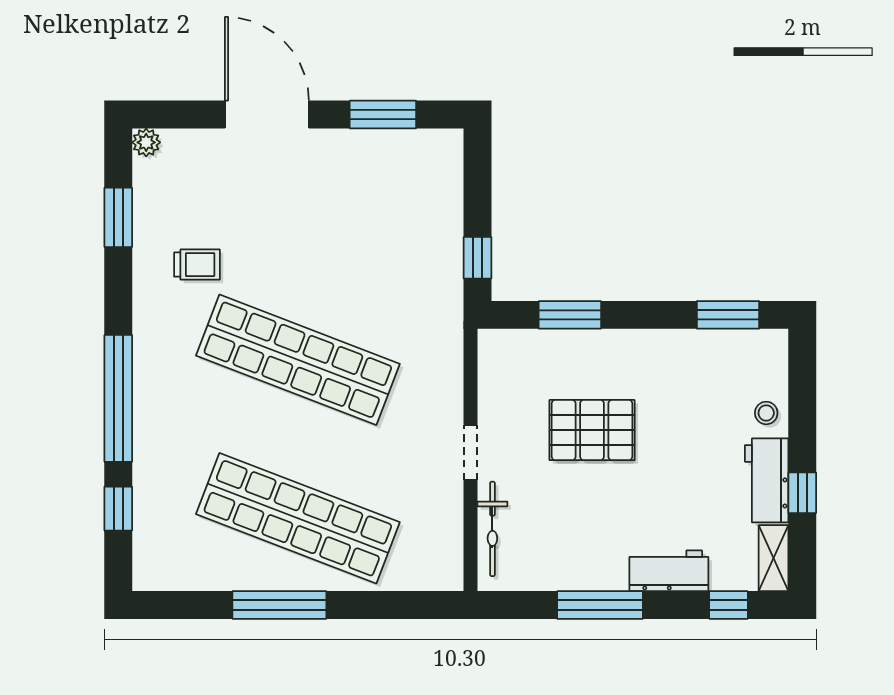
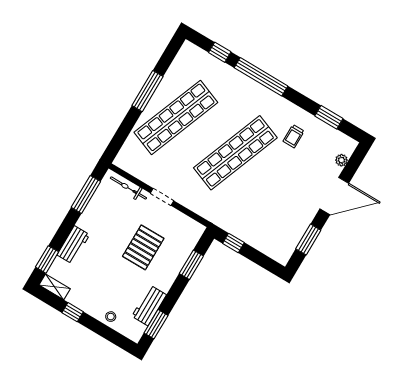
plant: (146, 142) -> (341, 160), moved
workbench: (767, 480) -> (149, 305), moved, turned -90
window: (600, 605) -> (86, 194), moved
window: (728, 605) -> (47, 259), width x1.50

